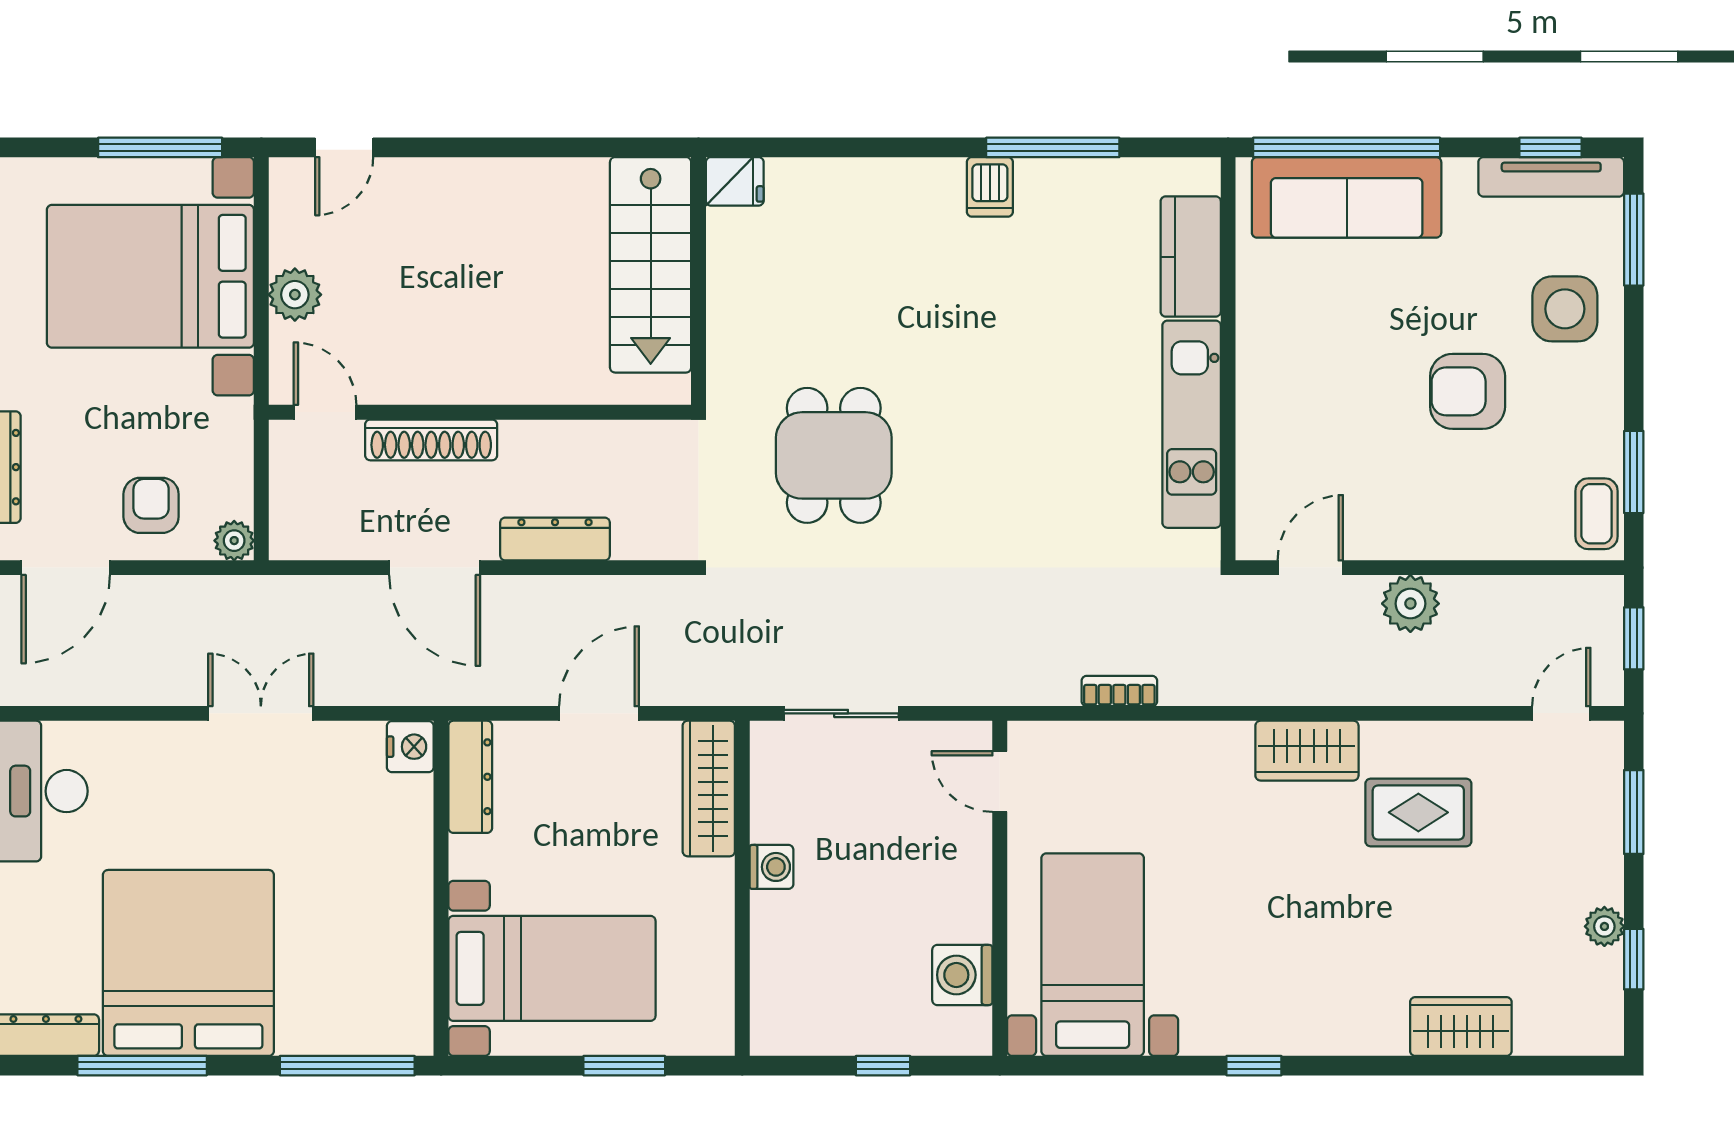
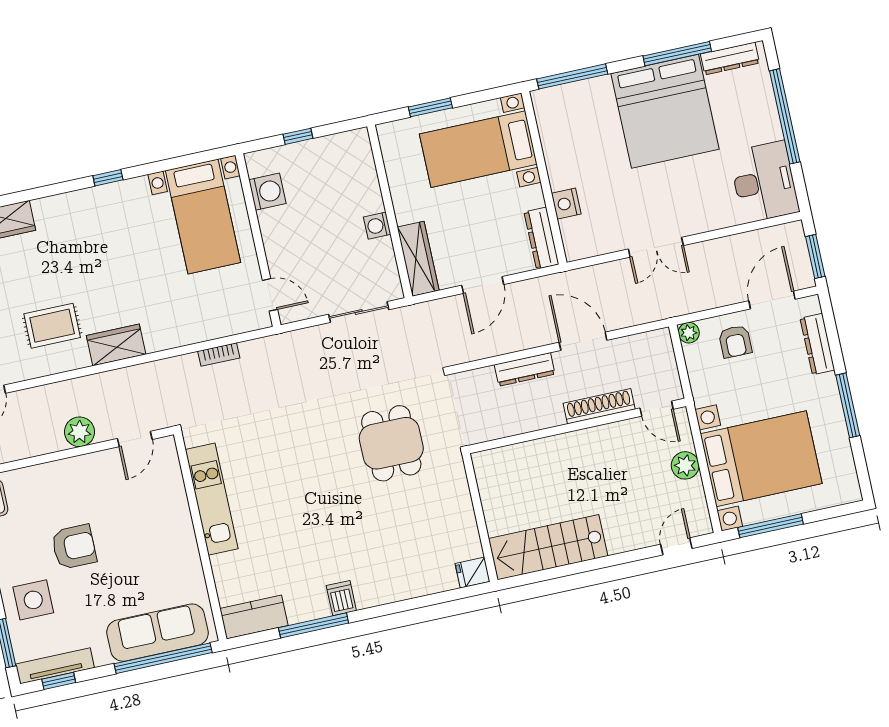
kitchen counter: (1191, 257) -> (254, 617), moved, turned -90
stairs: (651, 265) -> (548, 547), moved, turned -90
nightstand: (410, 747) -> (566, 204), moved

